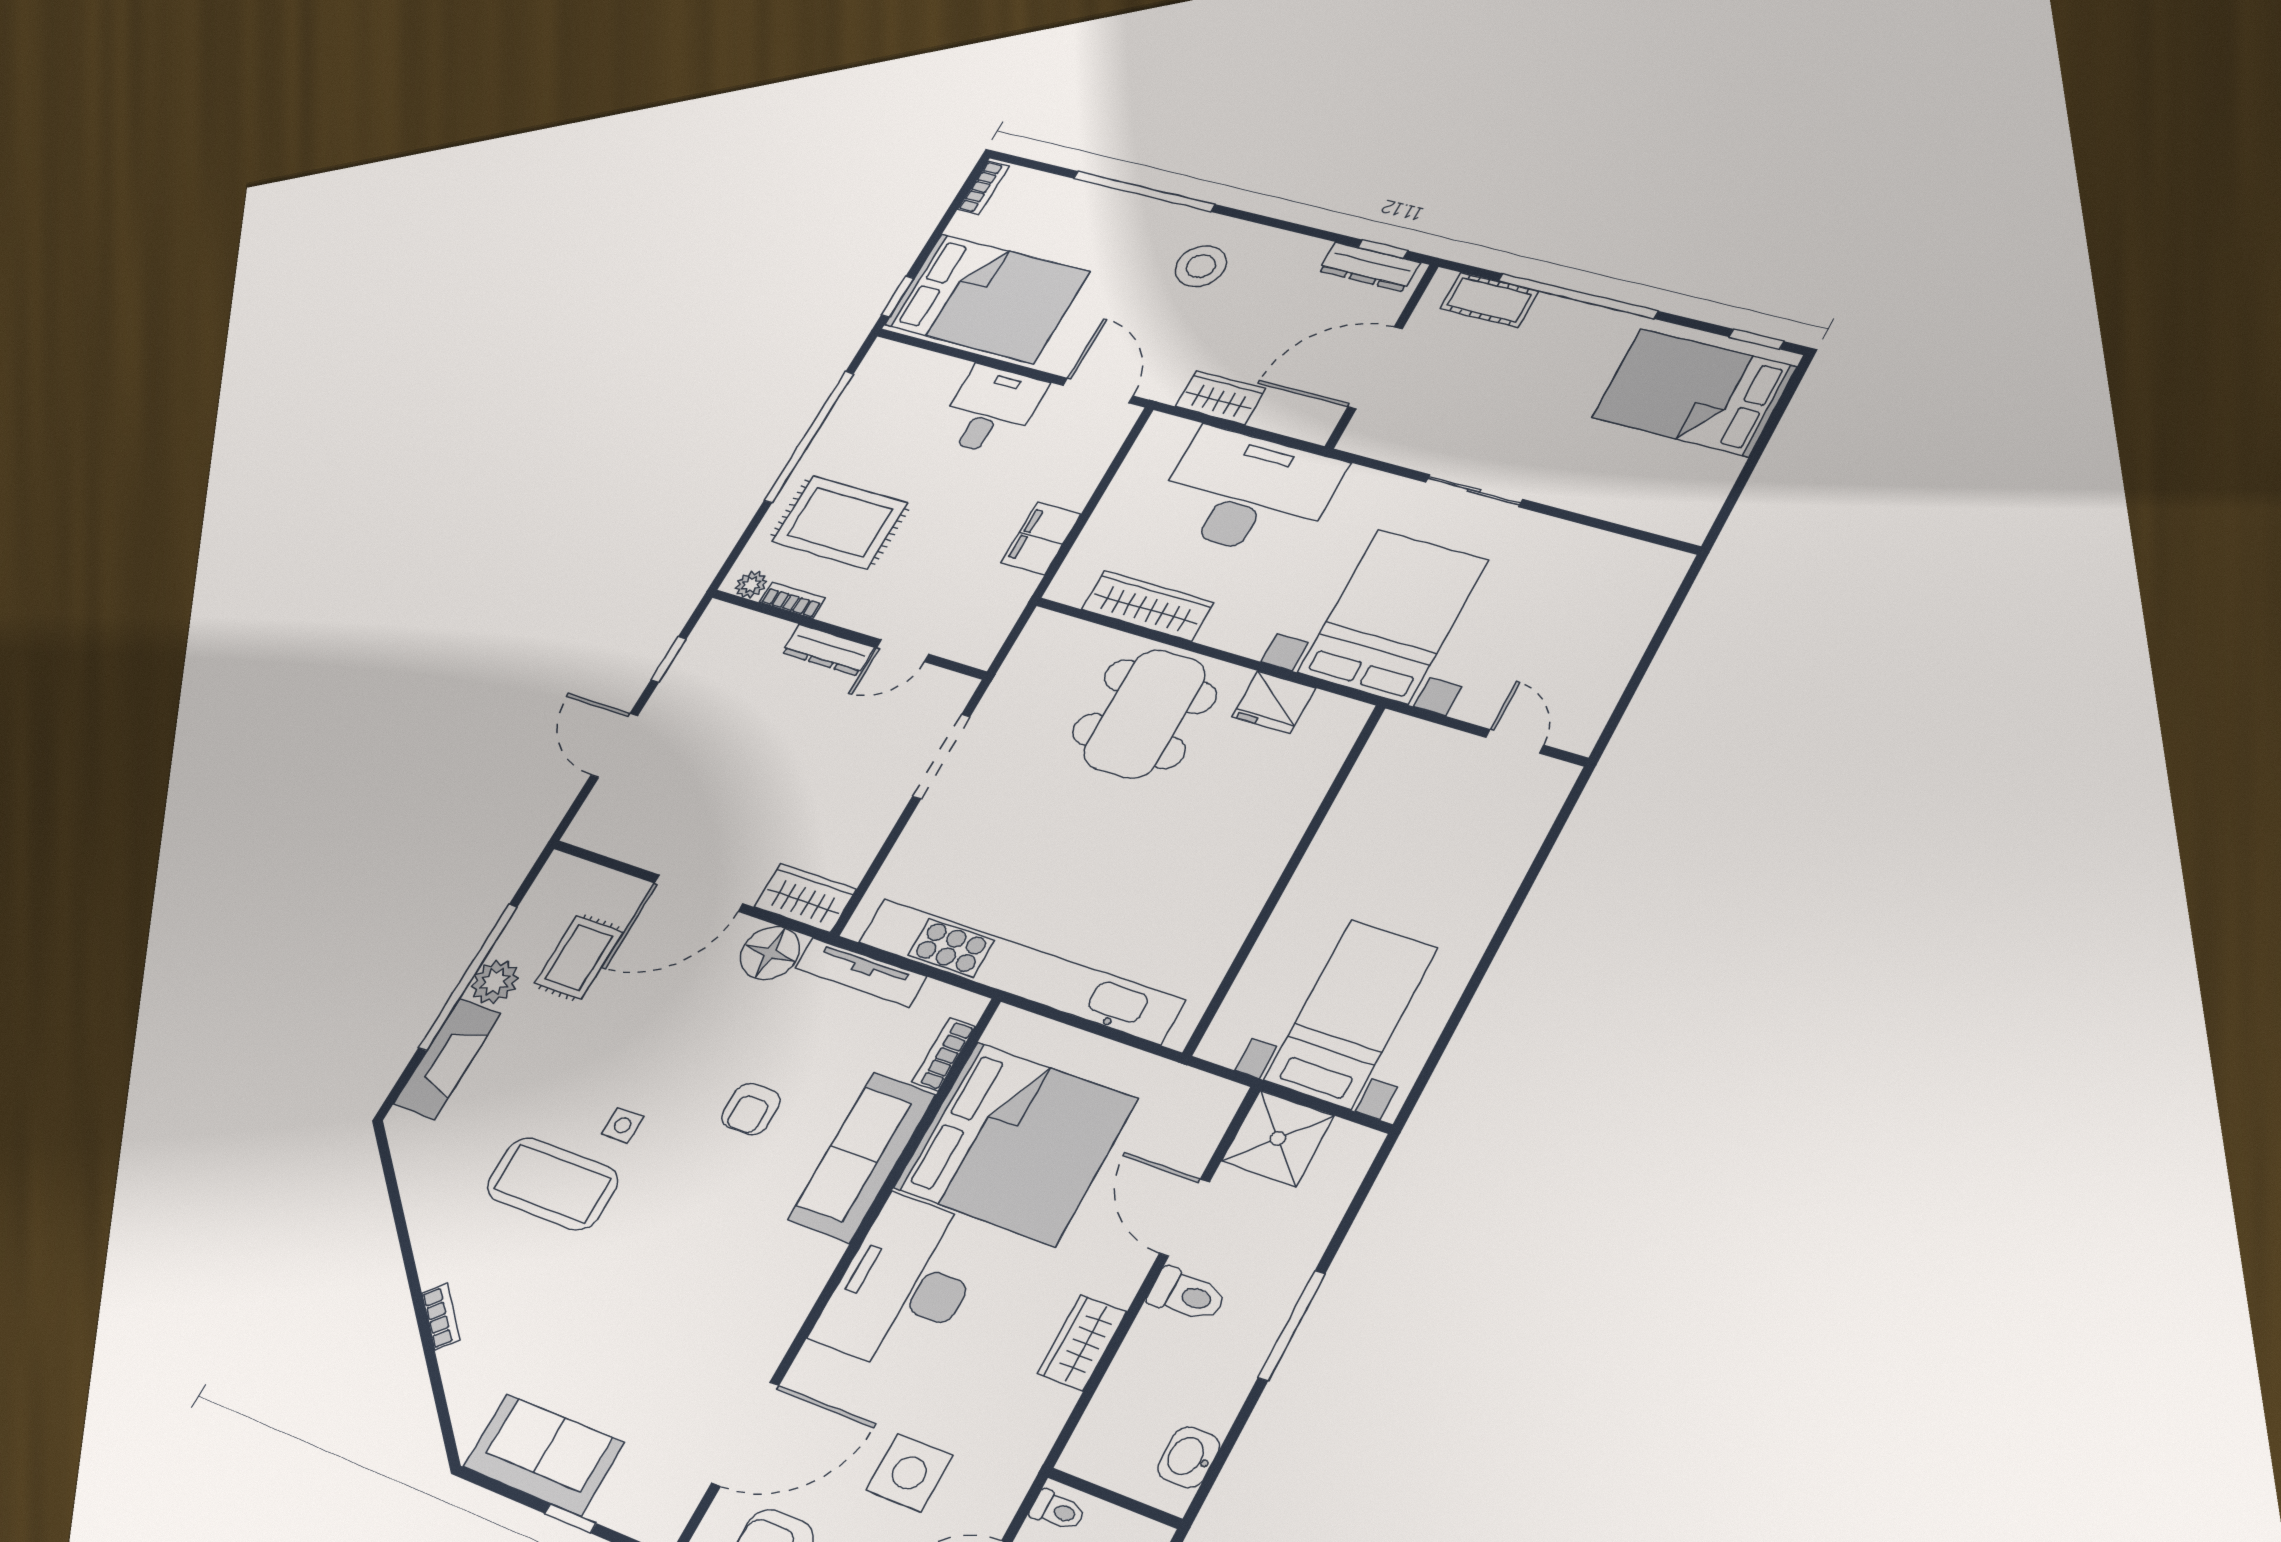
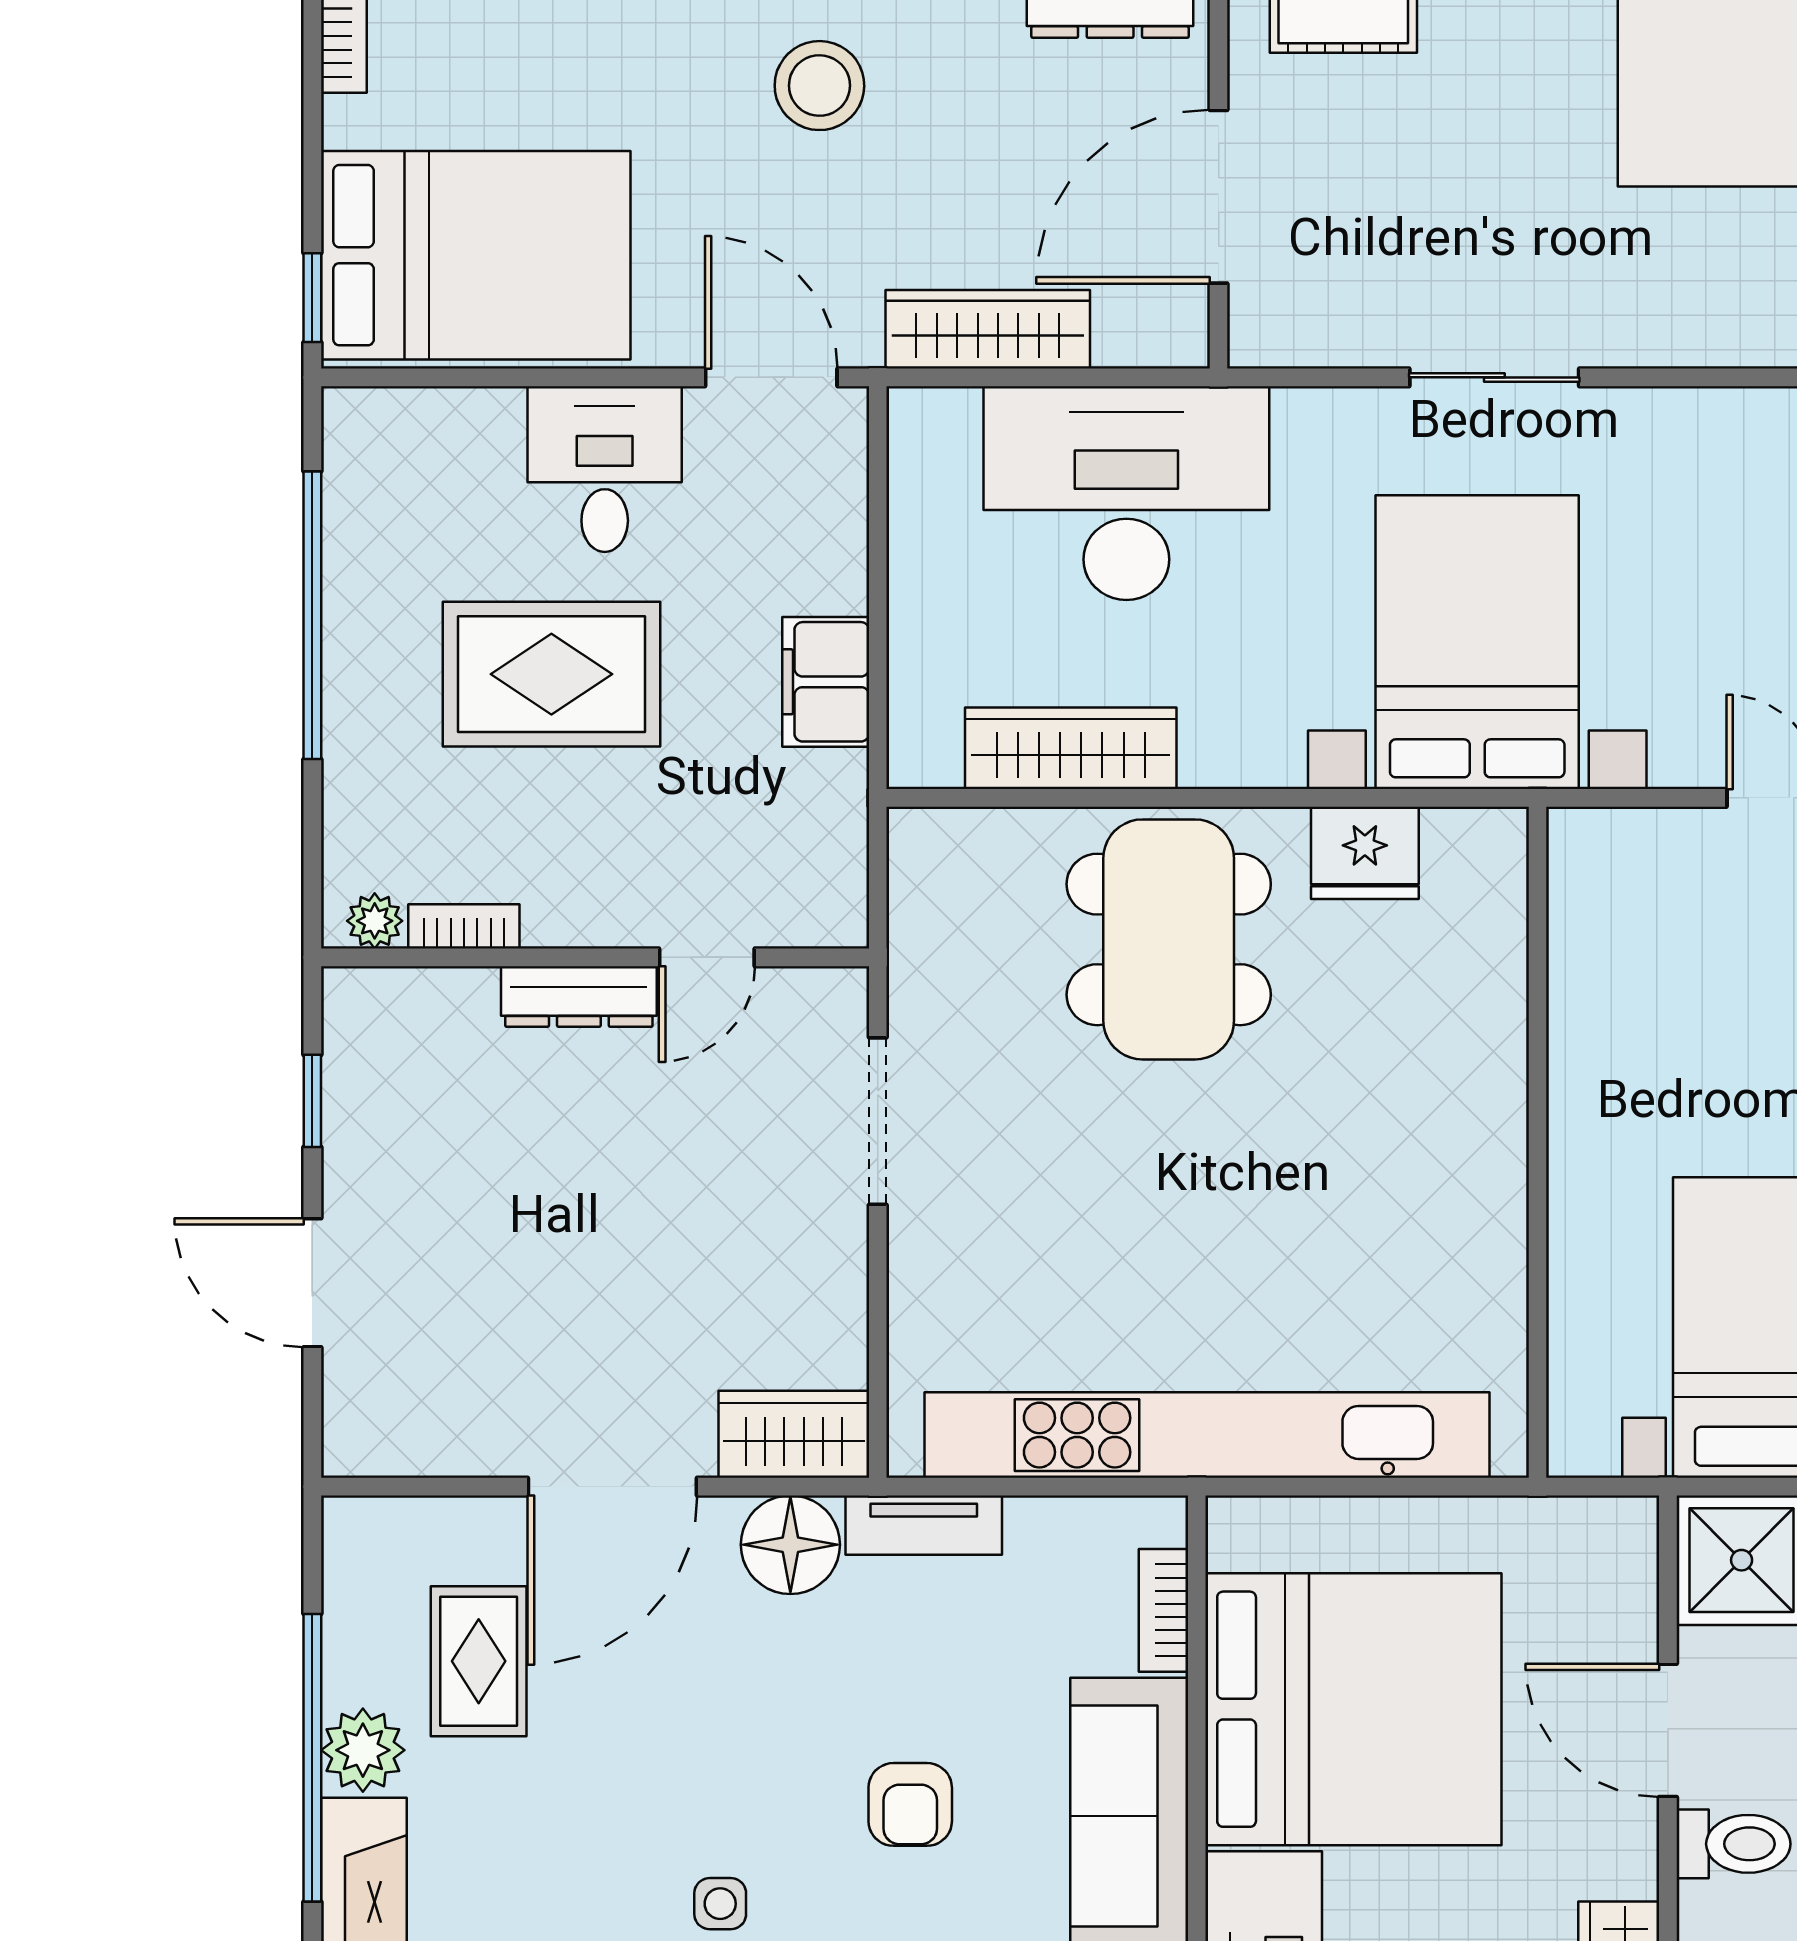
wardrobe: (1220, 398) -> (988, 329), width x1.50
rug: (840, 522) -> (551, 674), moved
tv unit: (861, 972) -> (924, 1525), width x0.71

